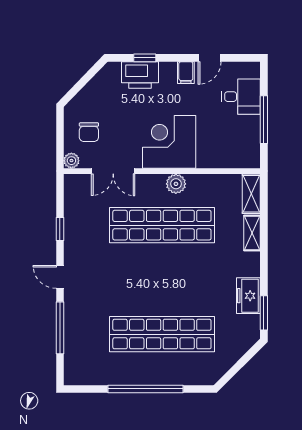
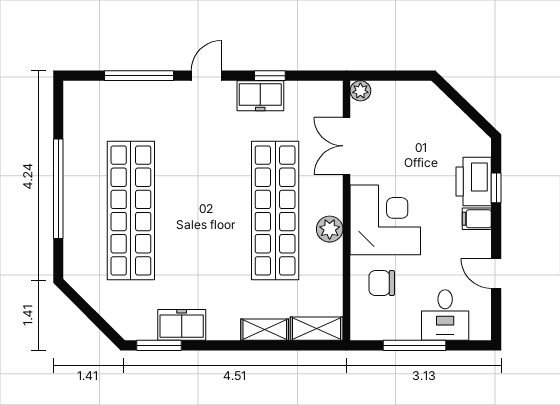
filing cabinet: (186, 73) -> (477, 219), moved
chair: (89, 132) -> (382, 283), moved
freezer: (75, 236) -> (260, 96), added

